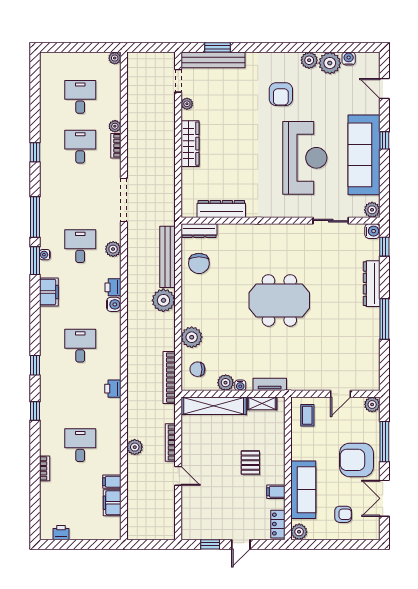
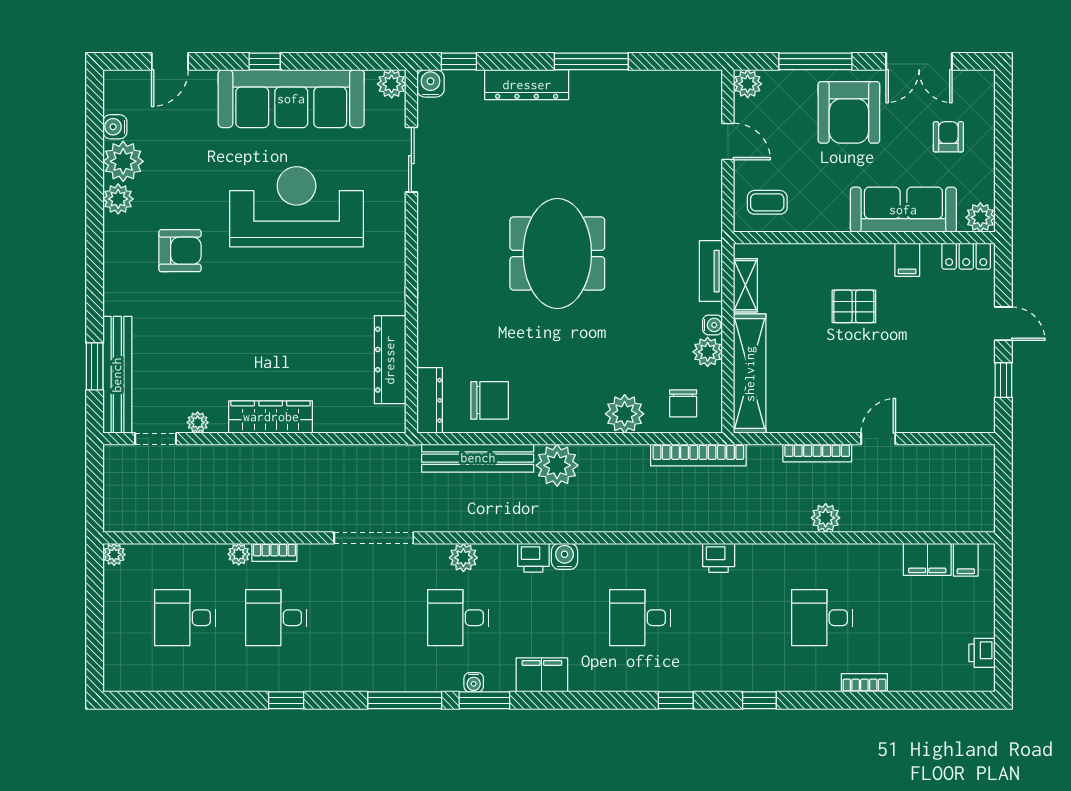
filing cabinet: (112, 482) -> (966, 560), moved

